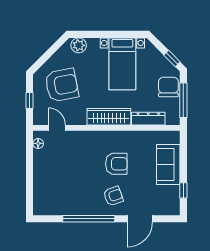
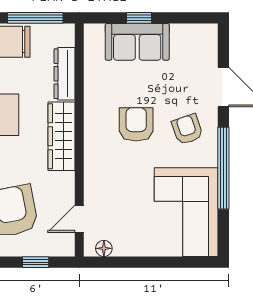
window: (183, 190) -> (139, 18), moved
corner sofa: (61, 195) -> (186, 212), added

